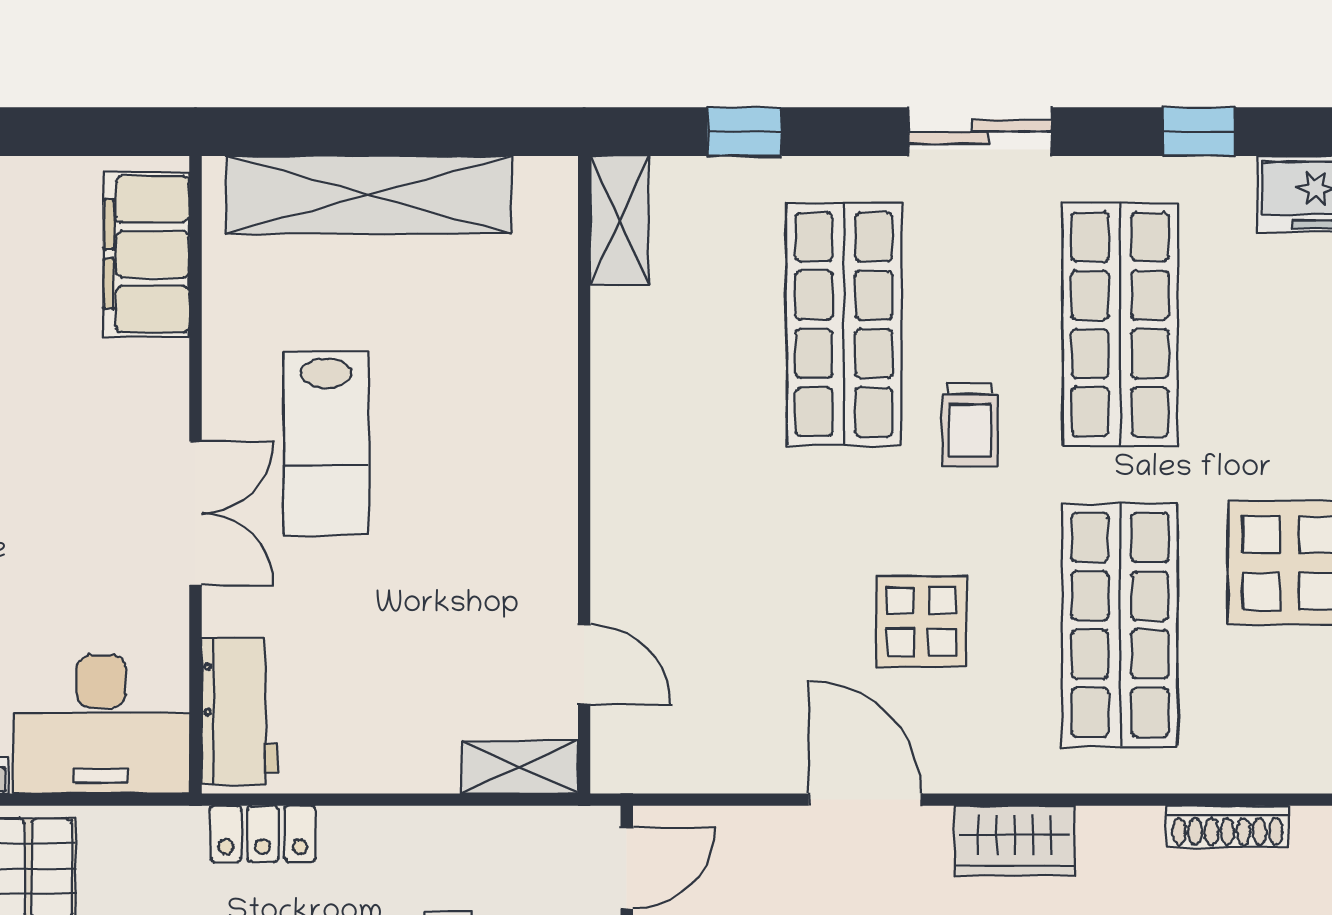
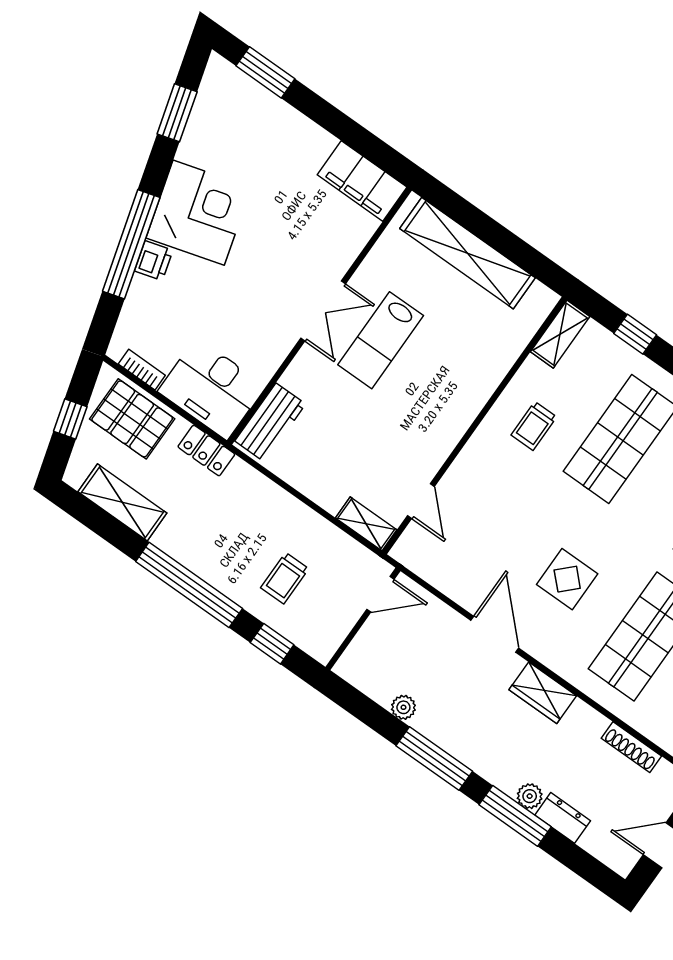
filing cabinet: (147, 254) -> (362, 181), moved, turned -90
trolley: (969, 425) -> (534, 426), moved
double door: (196, 513) -> (323, 311), moved
locker: (263, 834) -> (206, 450), moved

